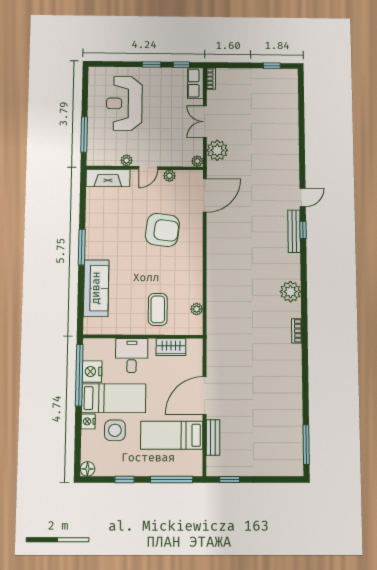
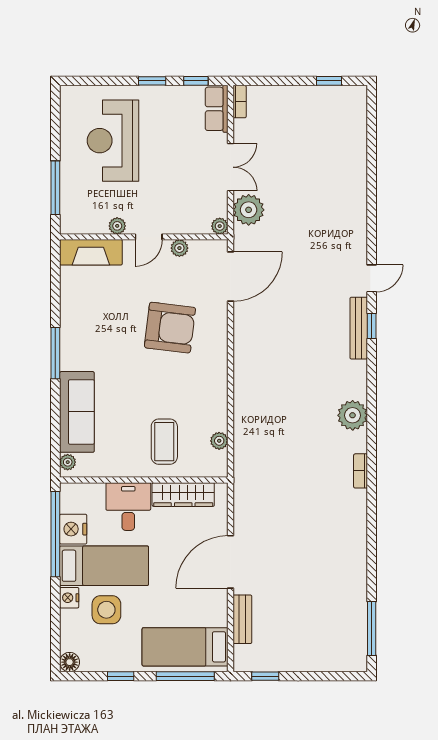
double door: (205, 122) -> (231, 167), swing flipped
plant: (89, 324) -> (68, 462), added
wardrobe: (171, 347) -> (183, 495), width x1.50
bed: (172, 435) -> (185, 647), moved

